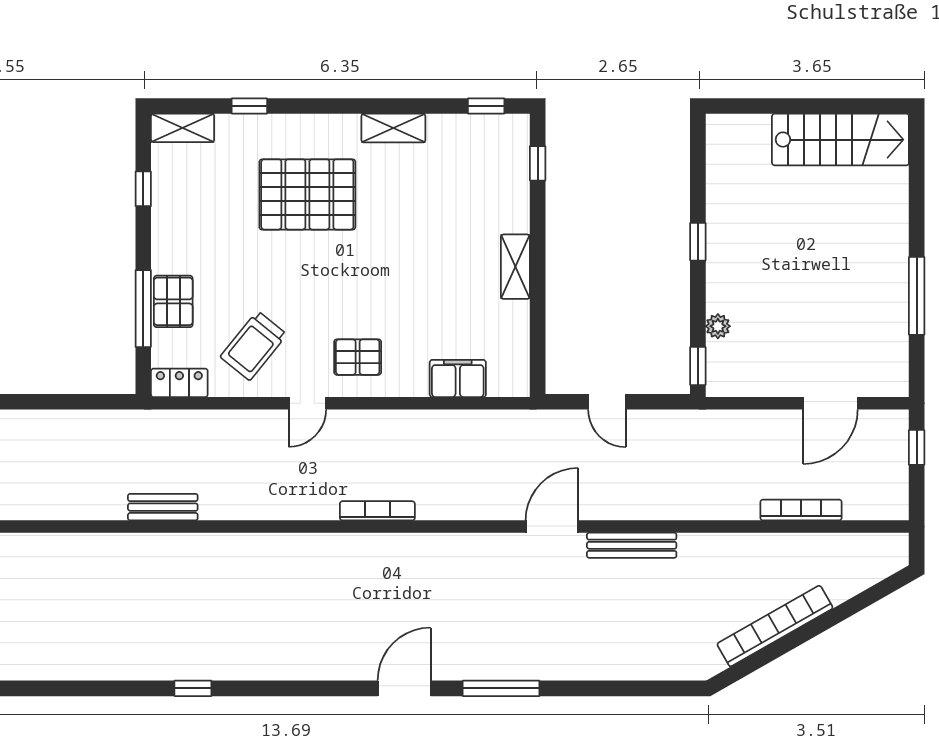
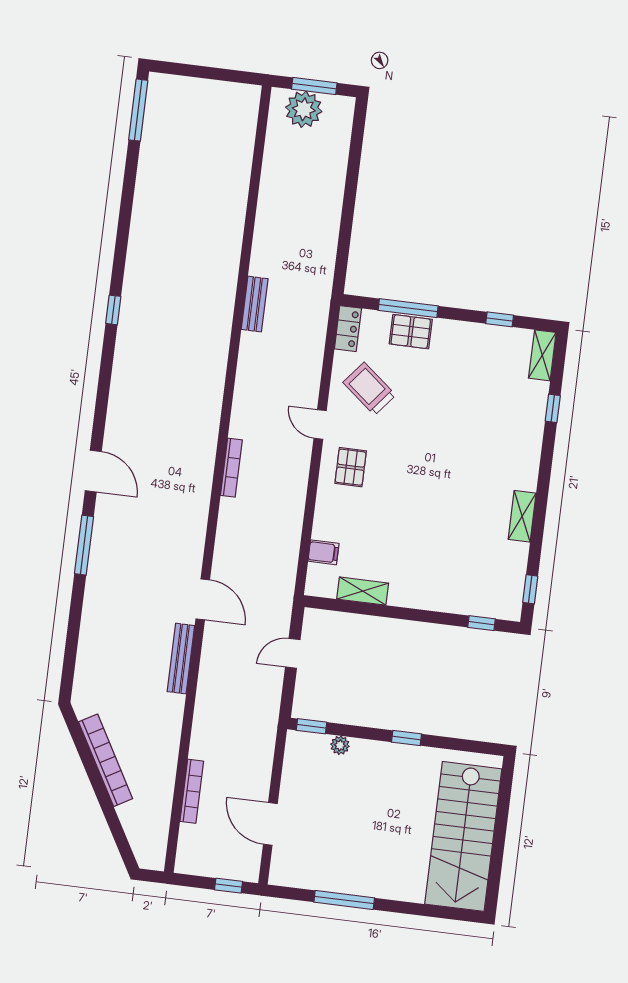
stairs: (840, 140) -> (463, 836), width x1.36, depth x1.51
pallet: (307, 194) -> (480, 444), removed
shelving: (515, 267) -> (363, 591), moved
filing cabinet: (458, 378) -> (323, 552), width x0.50

